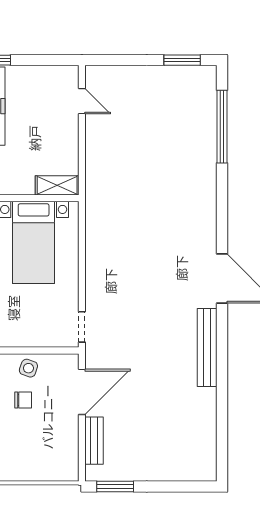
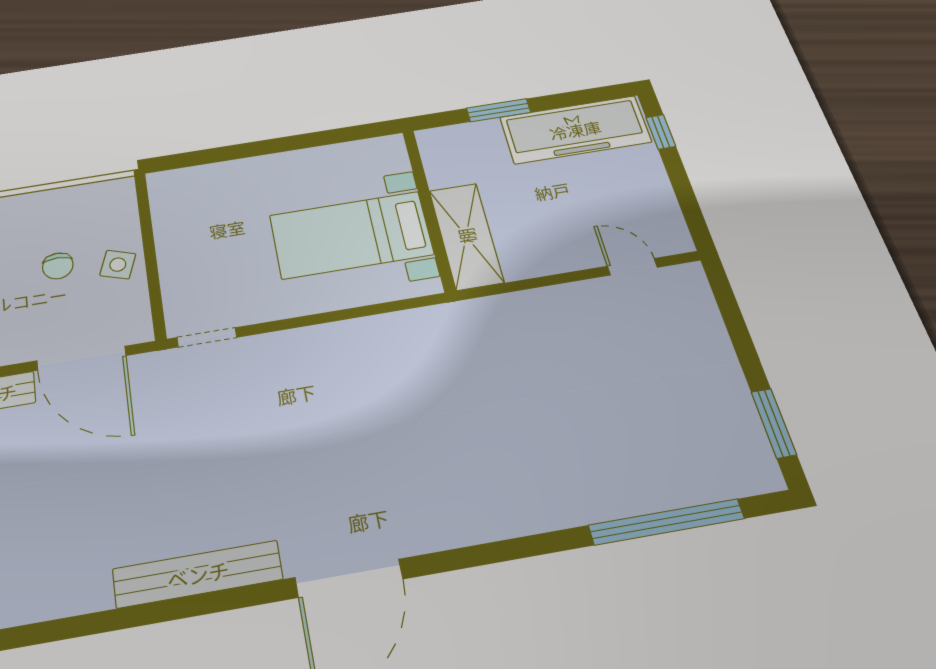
door: (82, 101) -> (632, 267), swing flipped
shelving: (57, 185) -> (466, 236), width x1.50, depth x1.33

